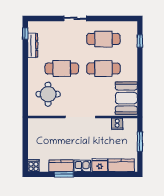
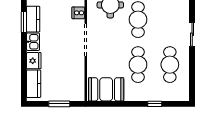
window: (140, 41) -> (155, 104), moved
cooker: (117, 124) -> (78, 13), moved

